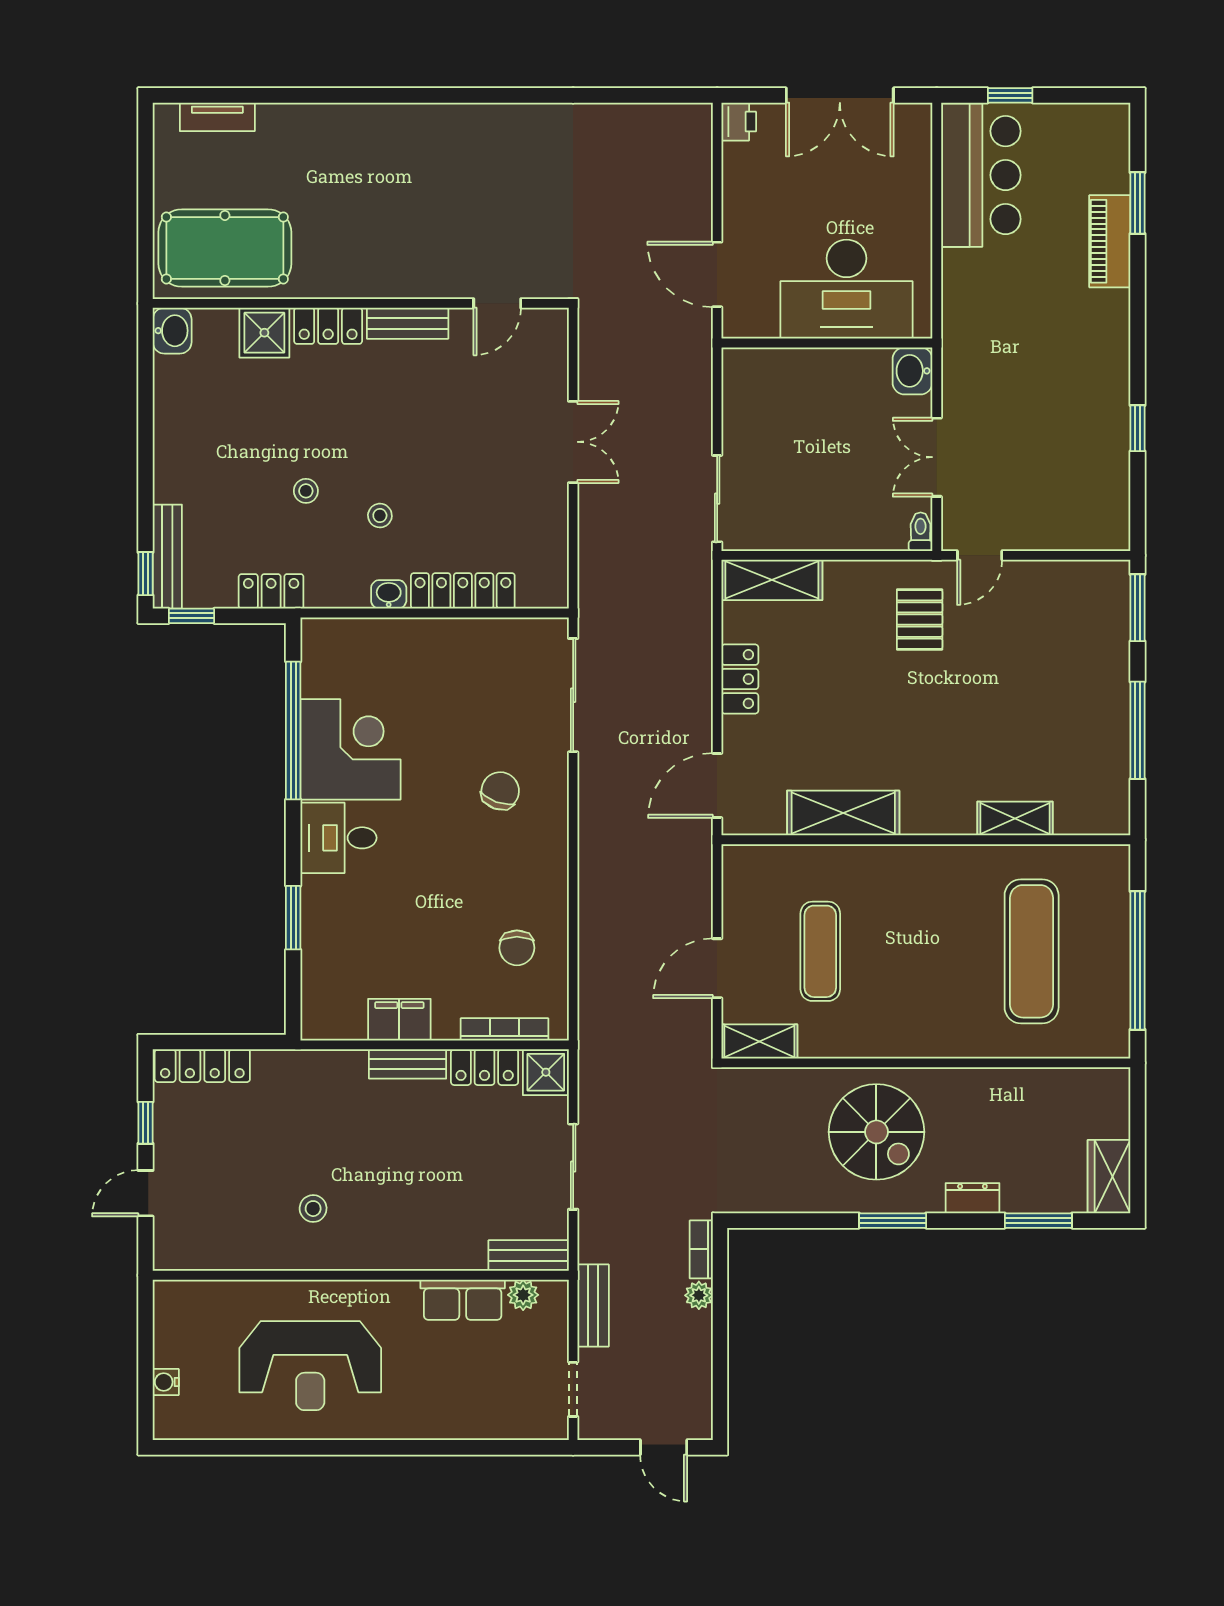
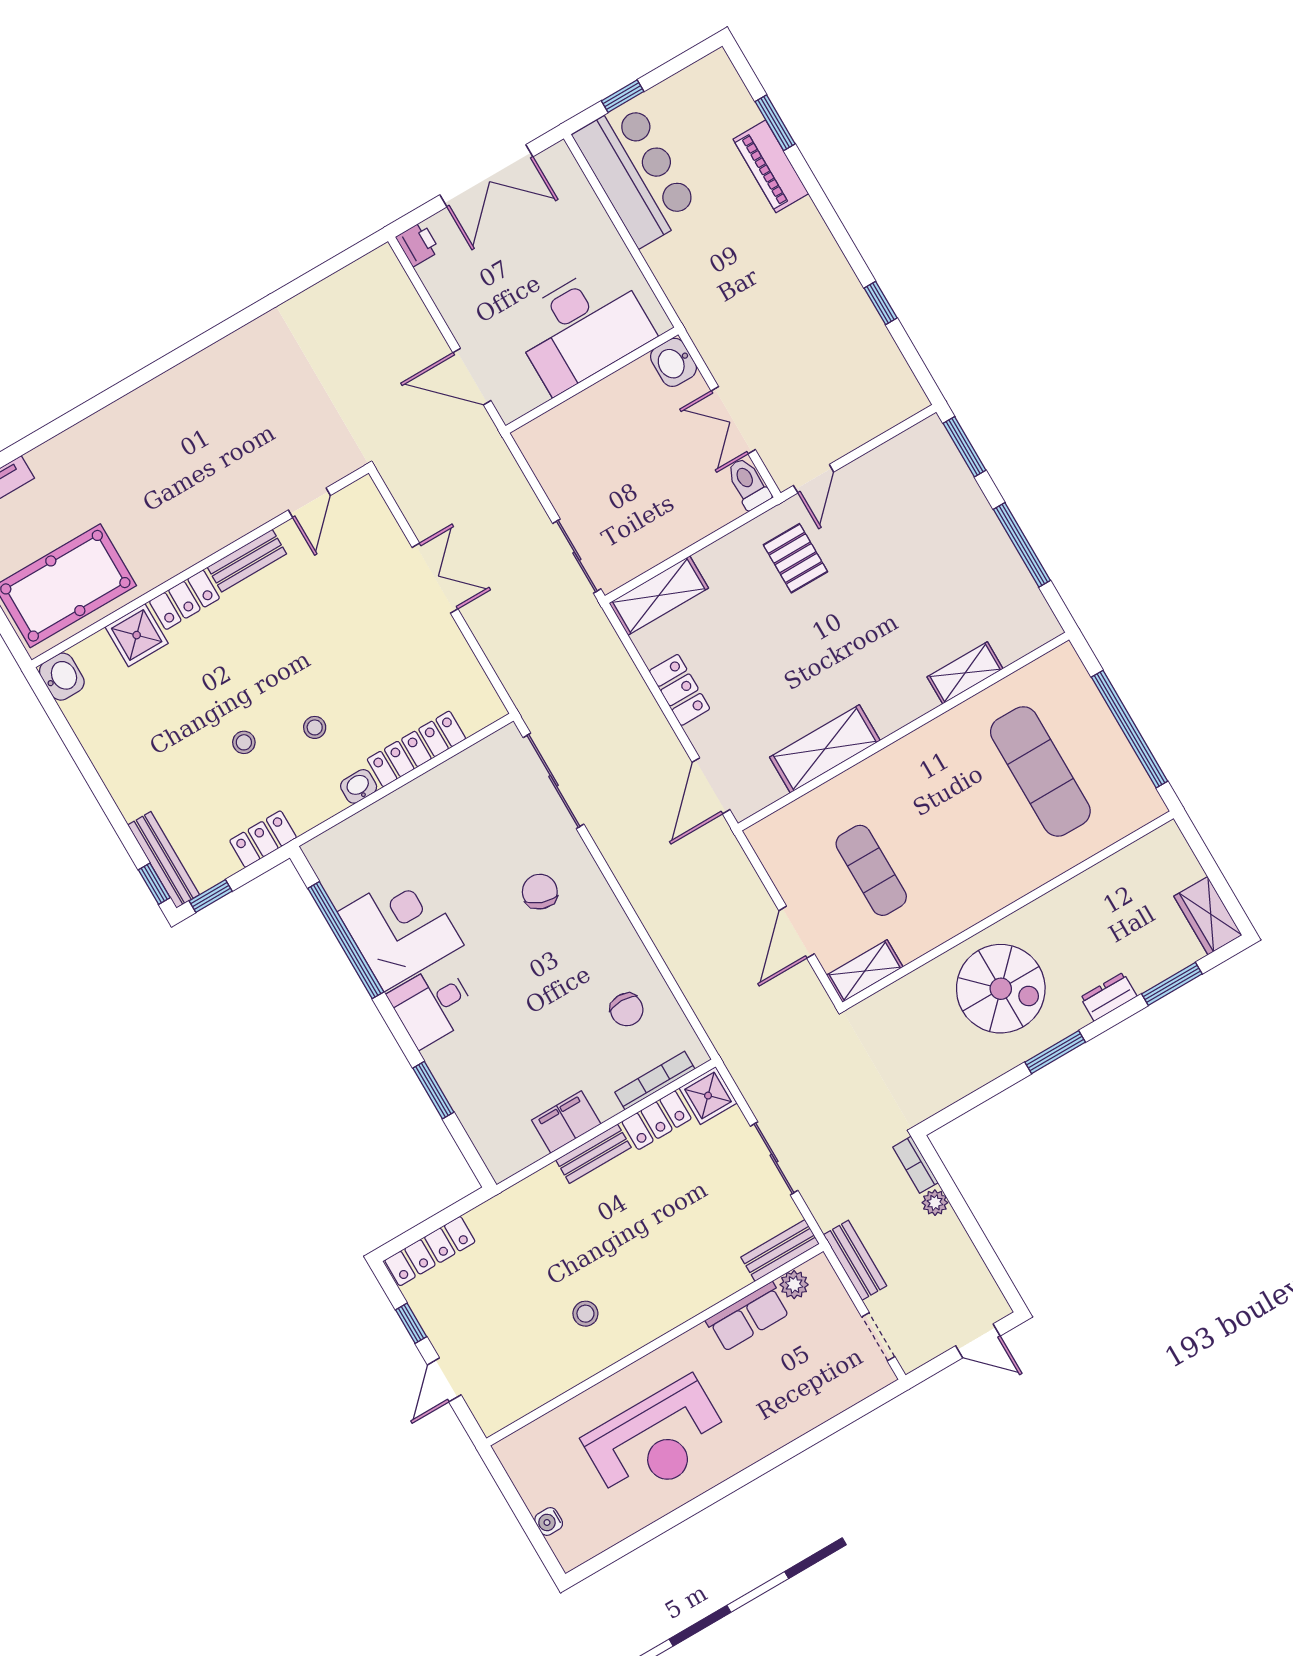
toilet: (921, 532) -> (748, 484), width x1.37, depth x1.39

